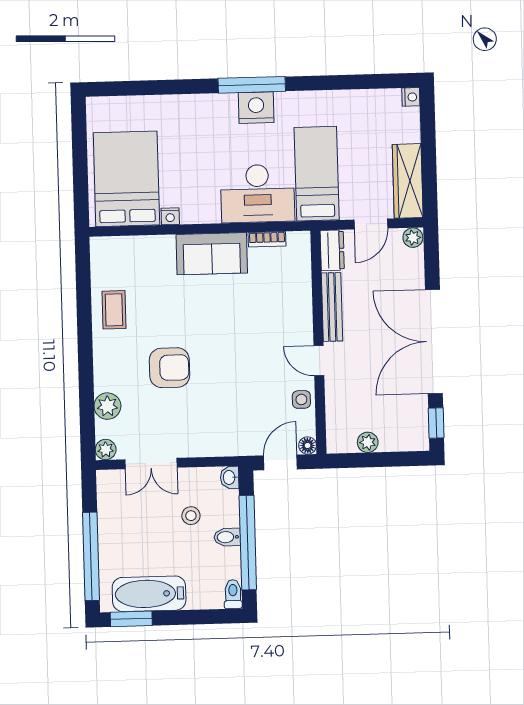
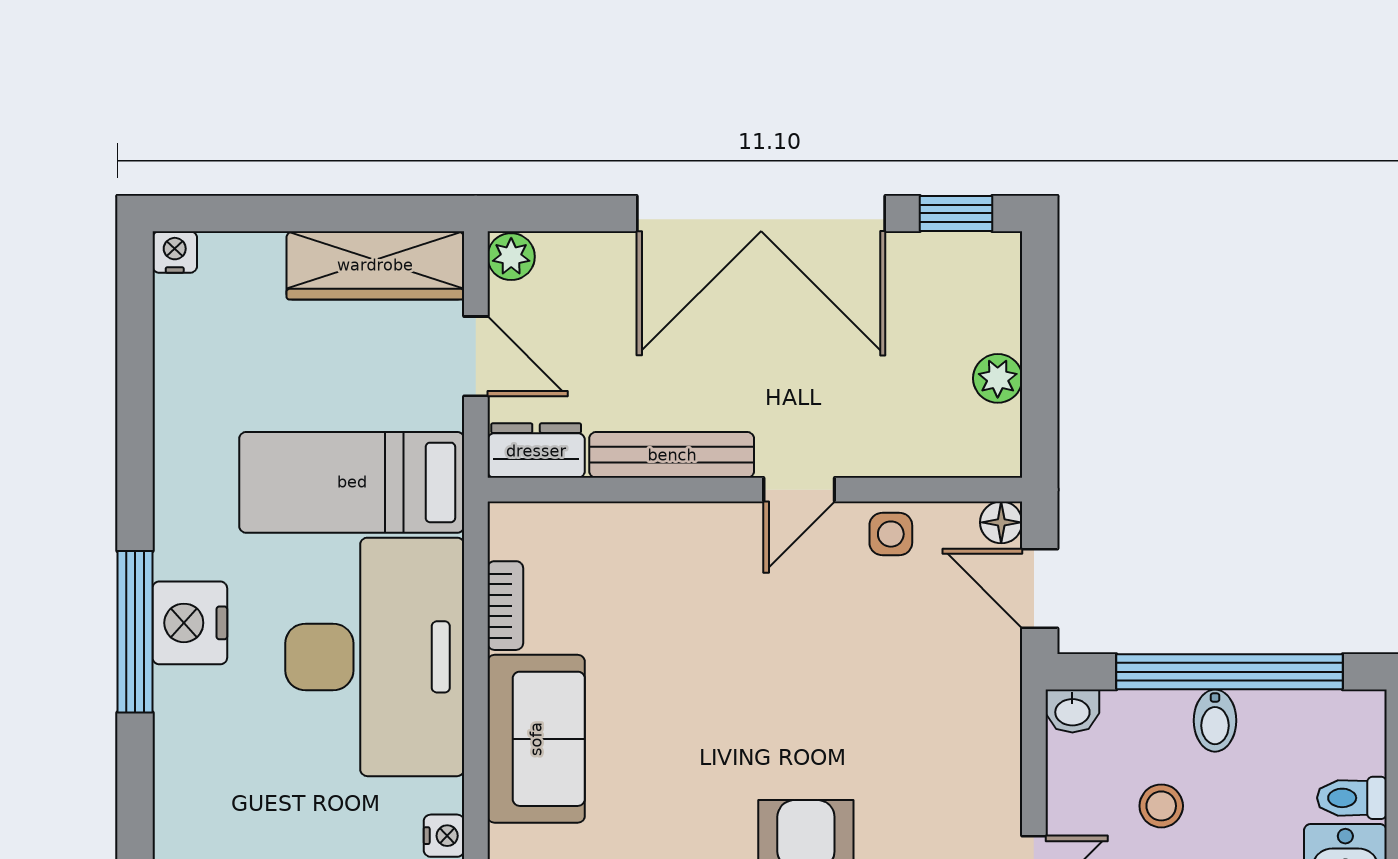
desk: (258, 194) -> (375, 657), width x1.36, depth x1.30
toilet: (233, 594) -> (1352, 798), moved

